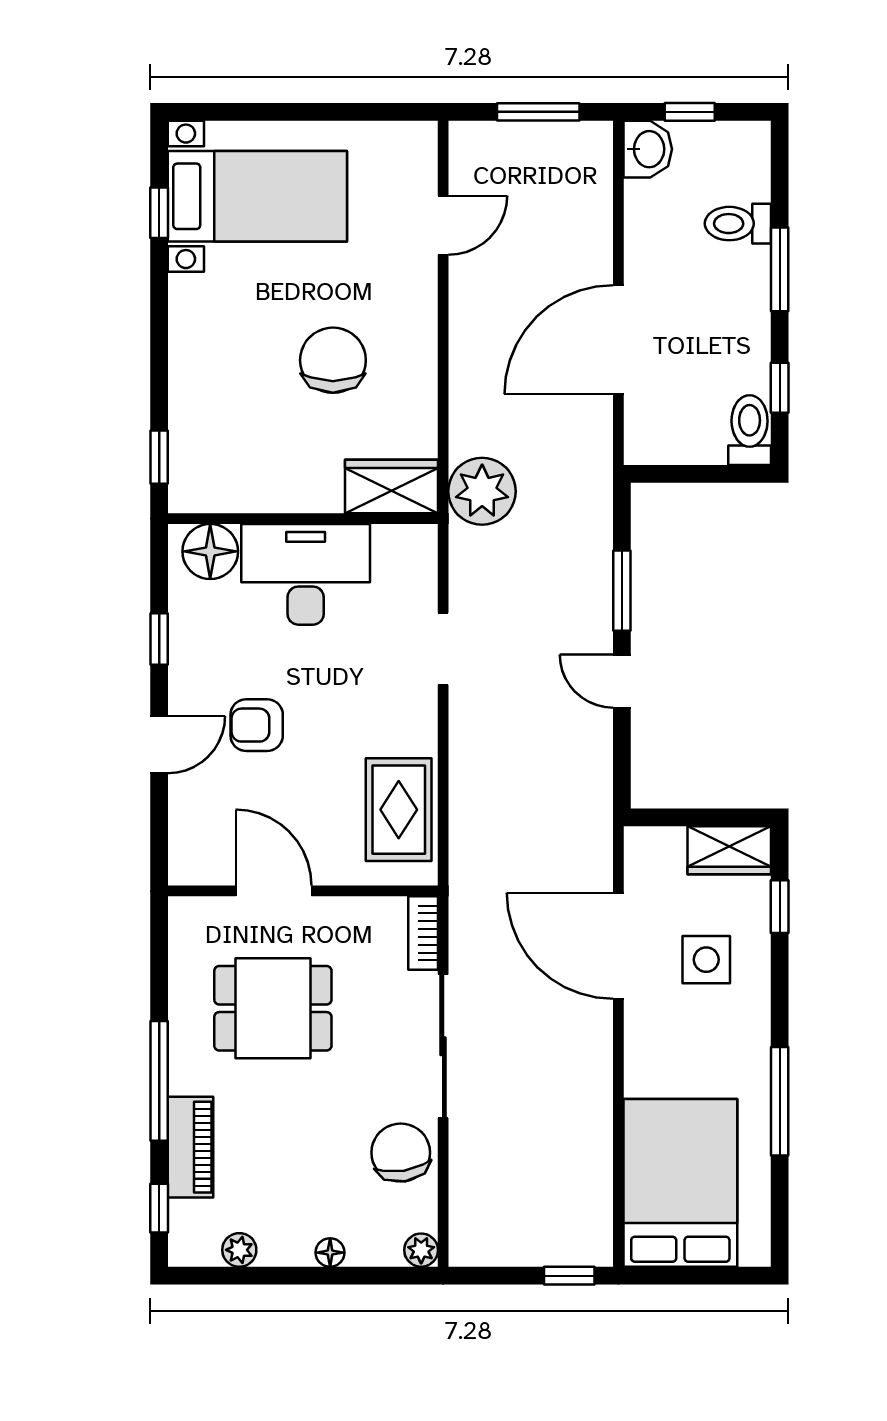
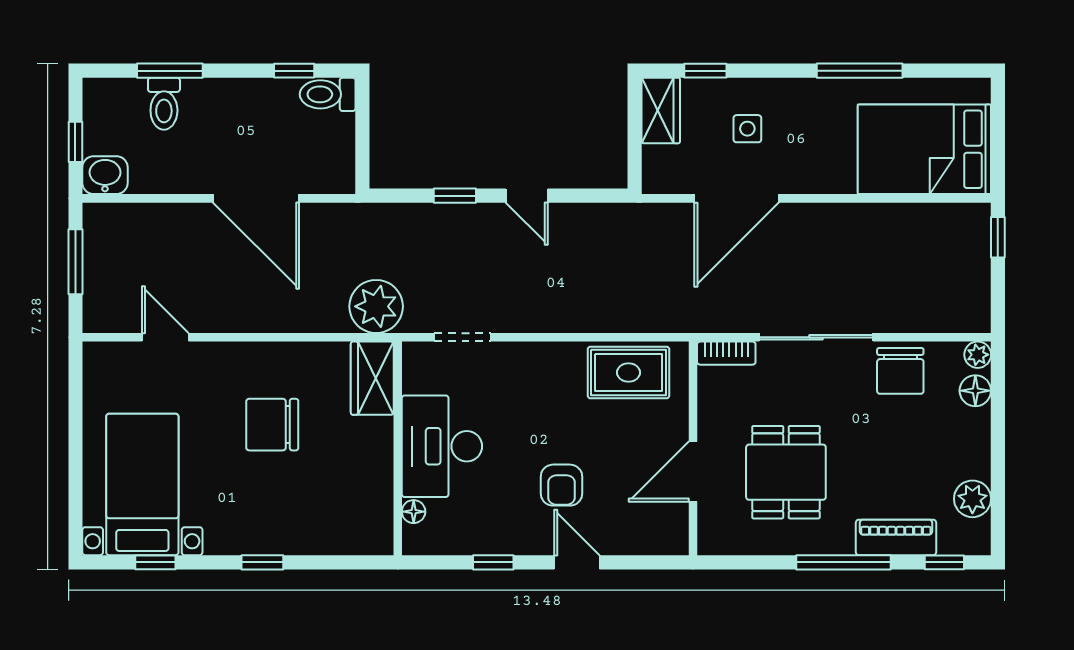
window: (780, 269) -> (170, 71), moved
window: (159, 457) -> (262, 562), moved
floor lamp: (210, 551) -> (414, 512), width x0.53, depth x0.53
window: (622, 591) -> (455, 196), width x0.67
doorway: (443, 649) -> (463, 337), moved
door: (622, 681) -> (527, 196), hinge flipped
side table: (706, 960) -> (747, 129), width x0.73, depth x0.73
chair: (401, 1153) -> (900, 371), turned -81
plant: (239, 1250) -> (972, 499), width x1.38, depth x1.38
floor lamp: (330, 1253) -> (975, 391), moved, width x1.37, depth x1.37

